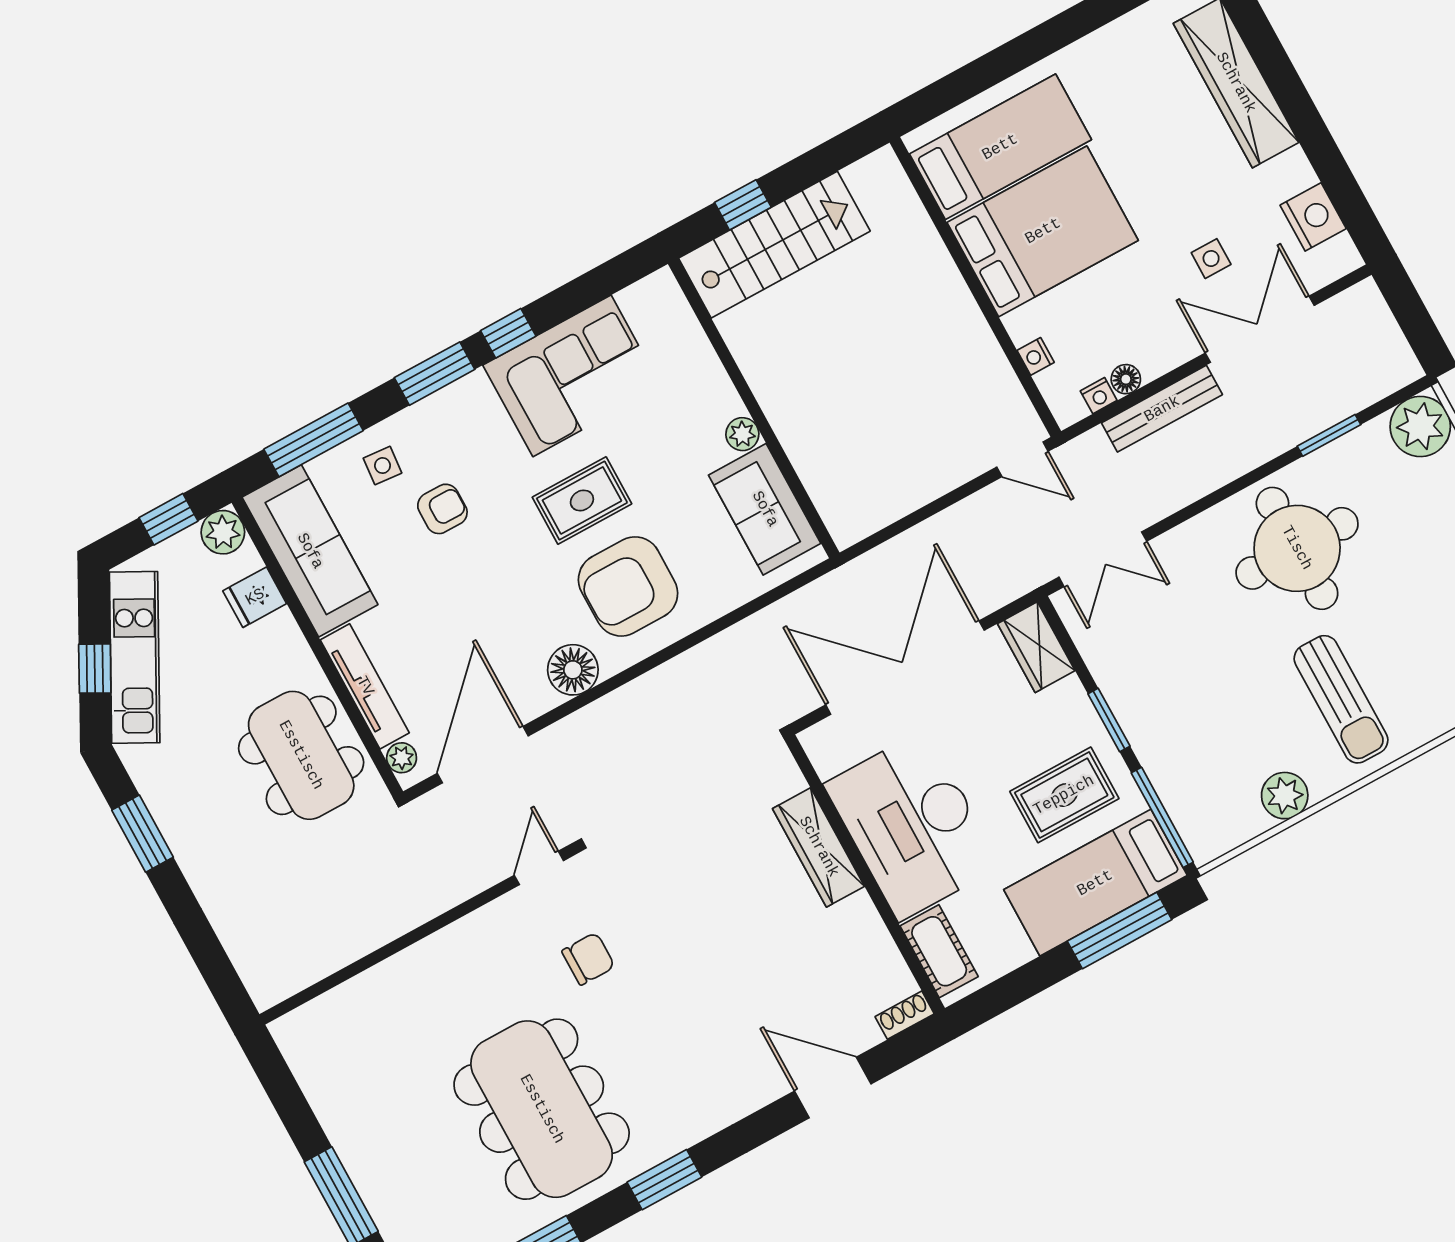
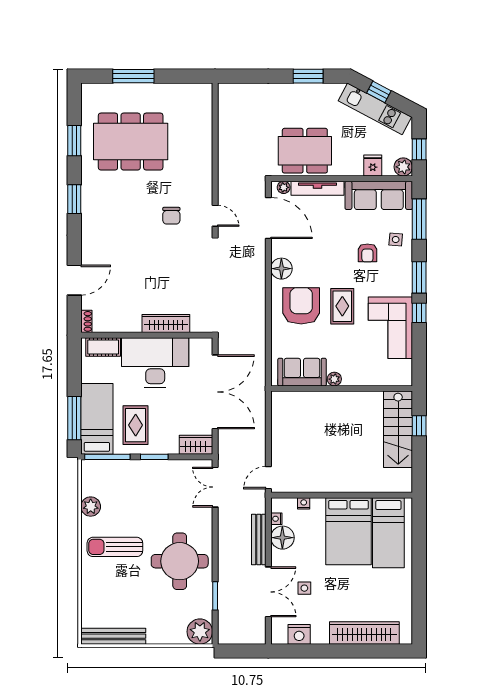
floor lamp: (1126, 379) -> (282, 538), width x1.89, depth x1.89
dining table: (542, 1109) -> (131, 142), moved

